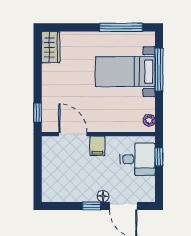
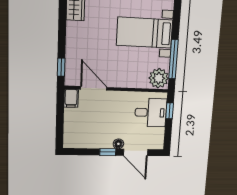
window: (159, 70) -> (173, 59), moved
plant: (149, 120) -> (159, 78), width x1.88, depth x1.88
filing cabinet: (97, 146) -> (71, 98), moved

